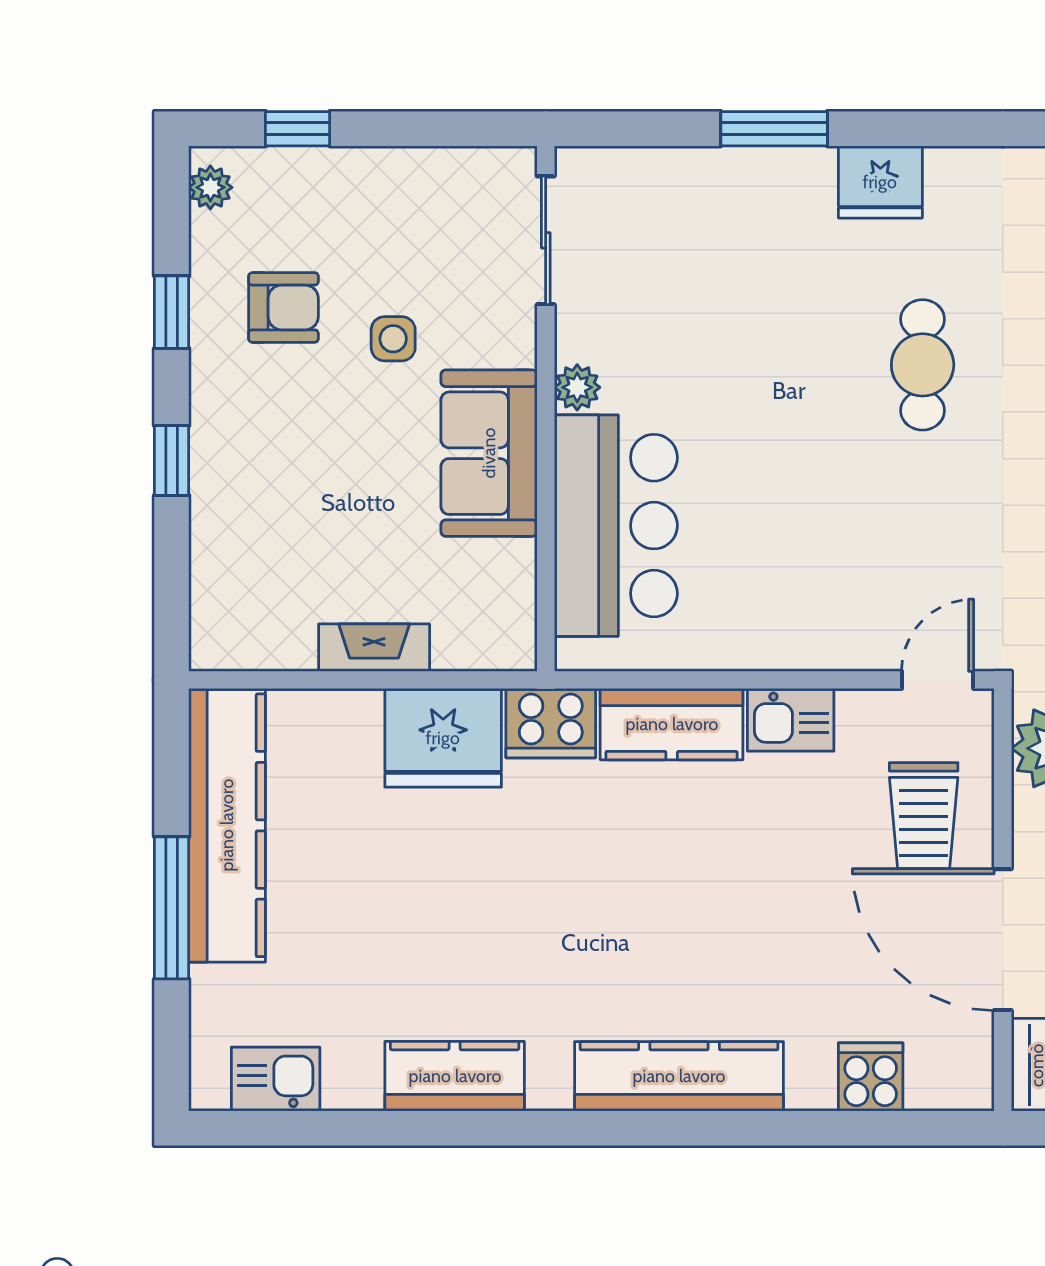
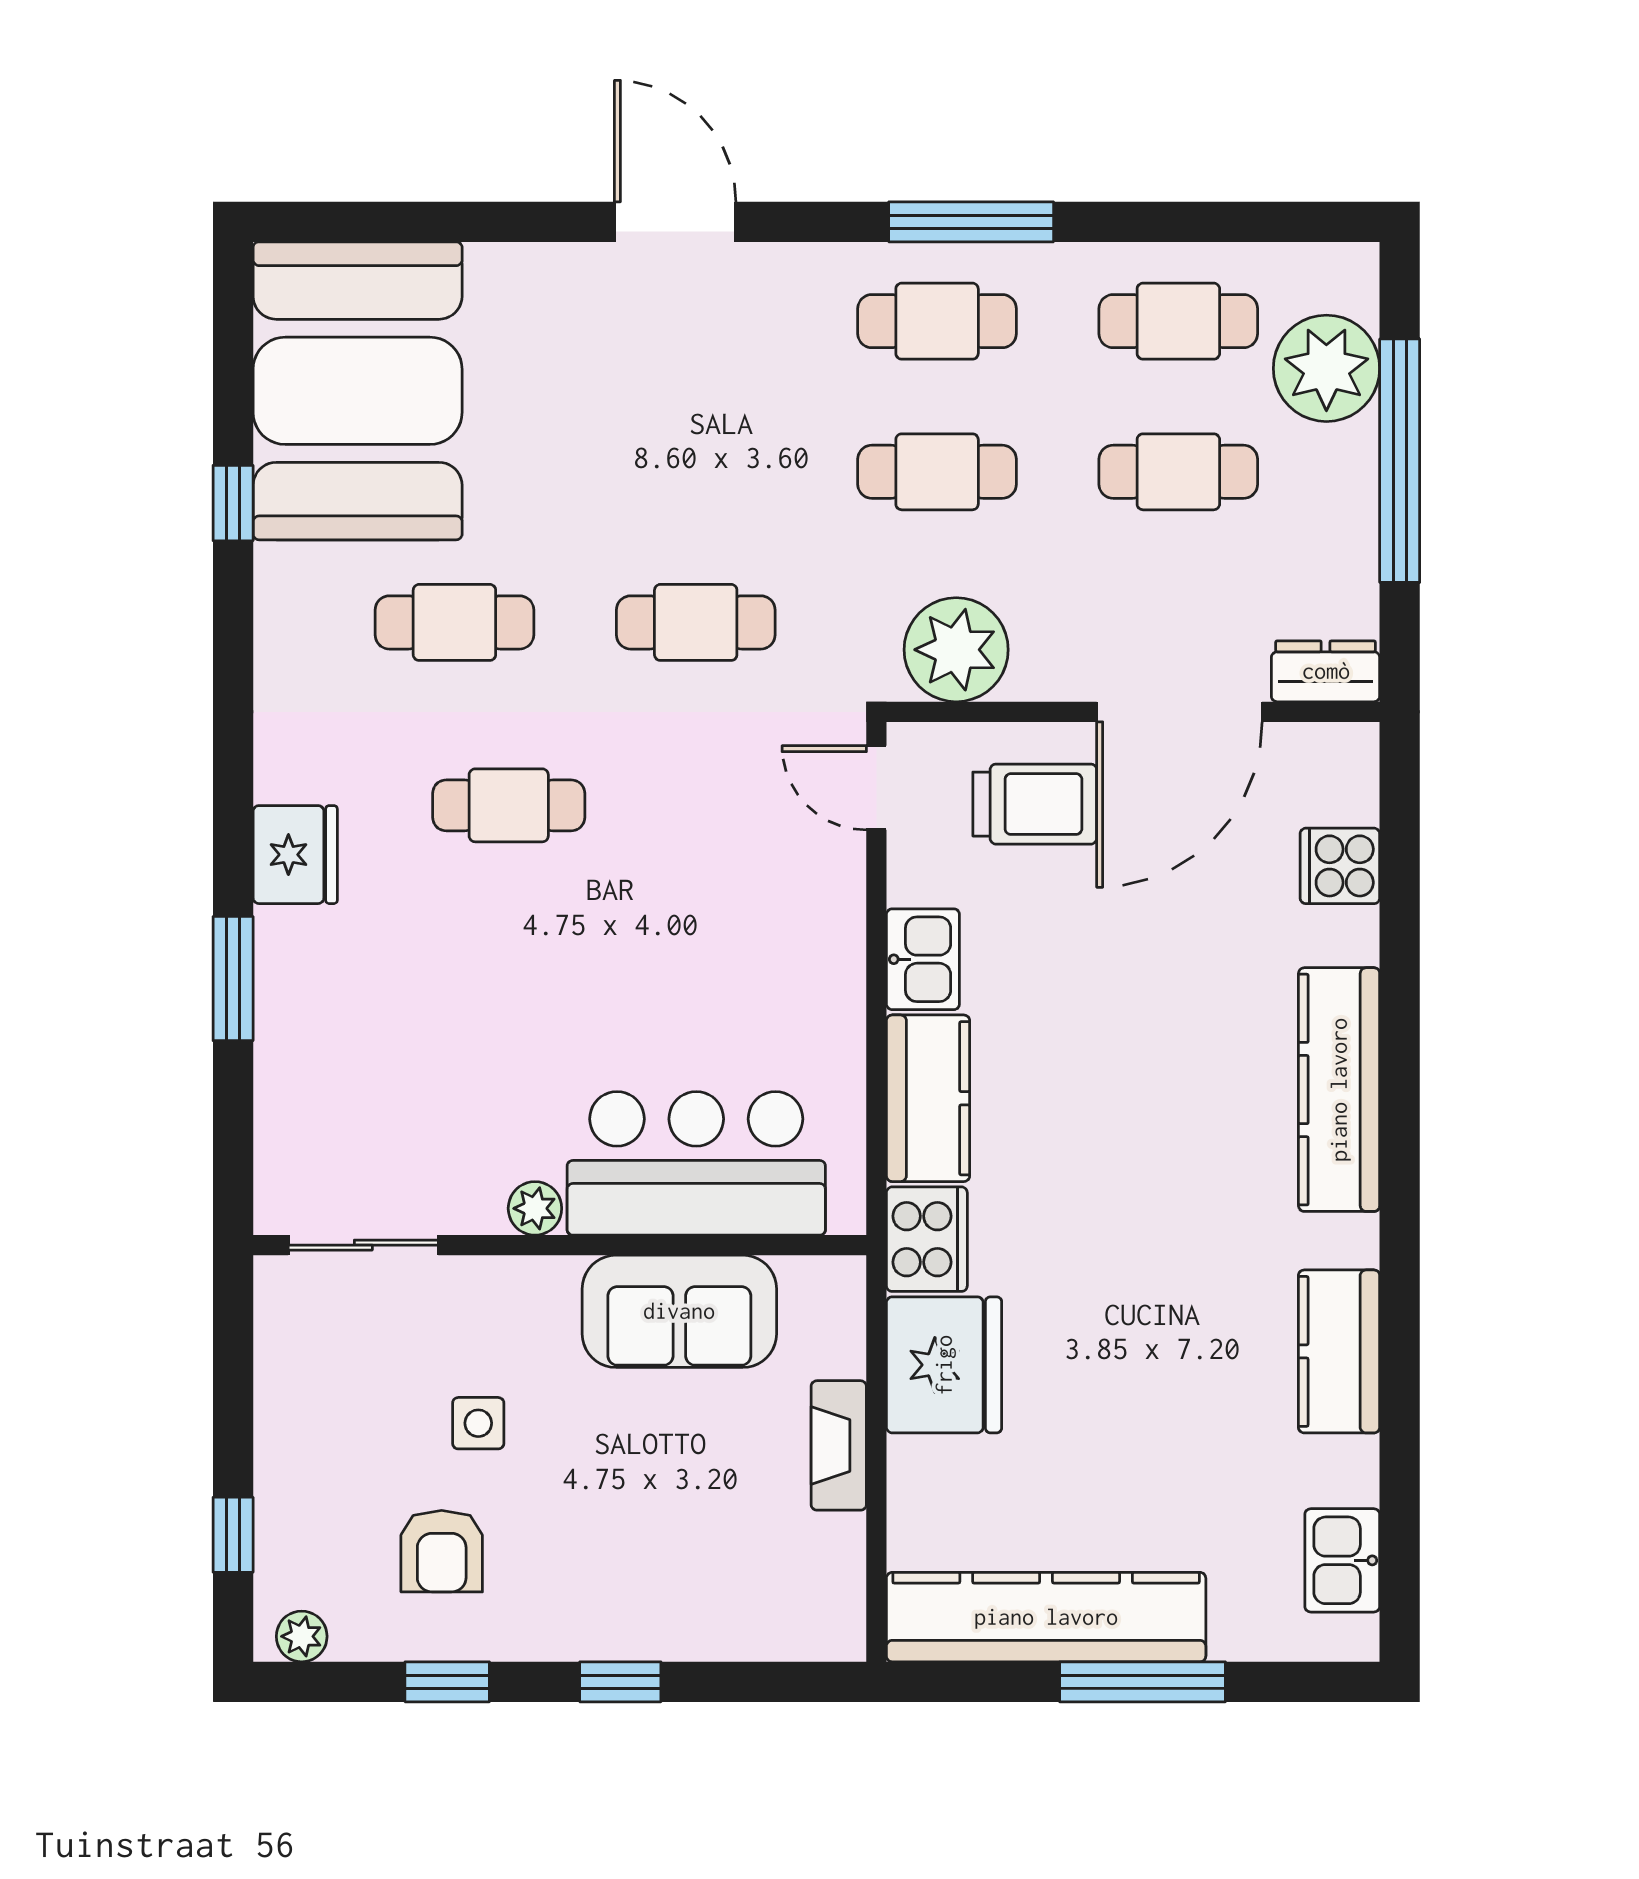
armchair: (283, 307) -> (442, 1551), turned 180
sofa: (489, 453) -> (679, 1311), moved

